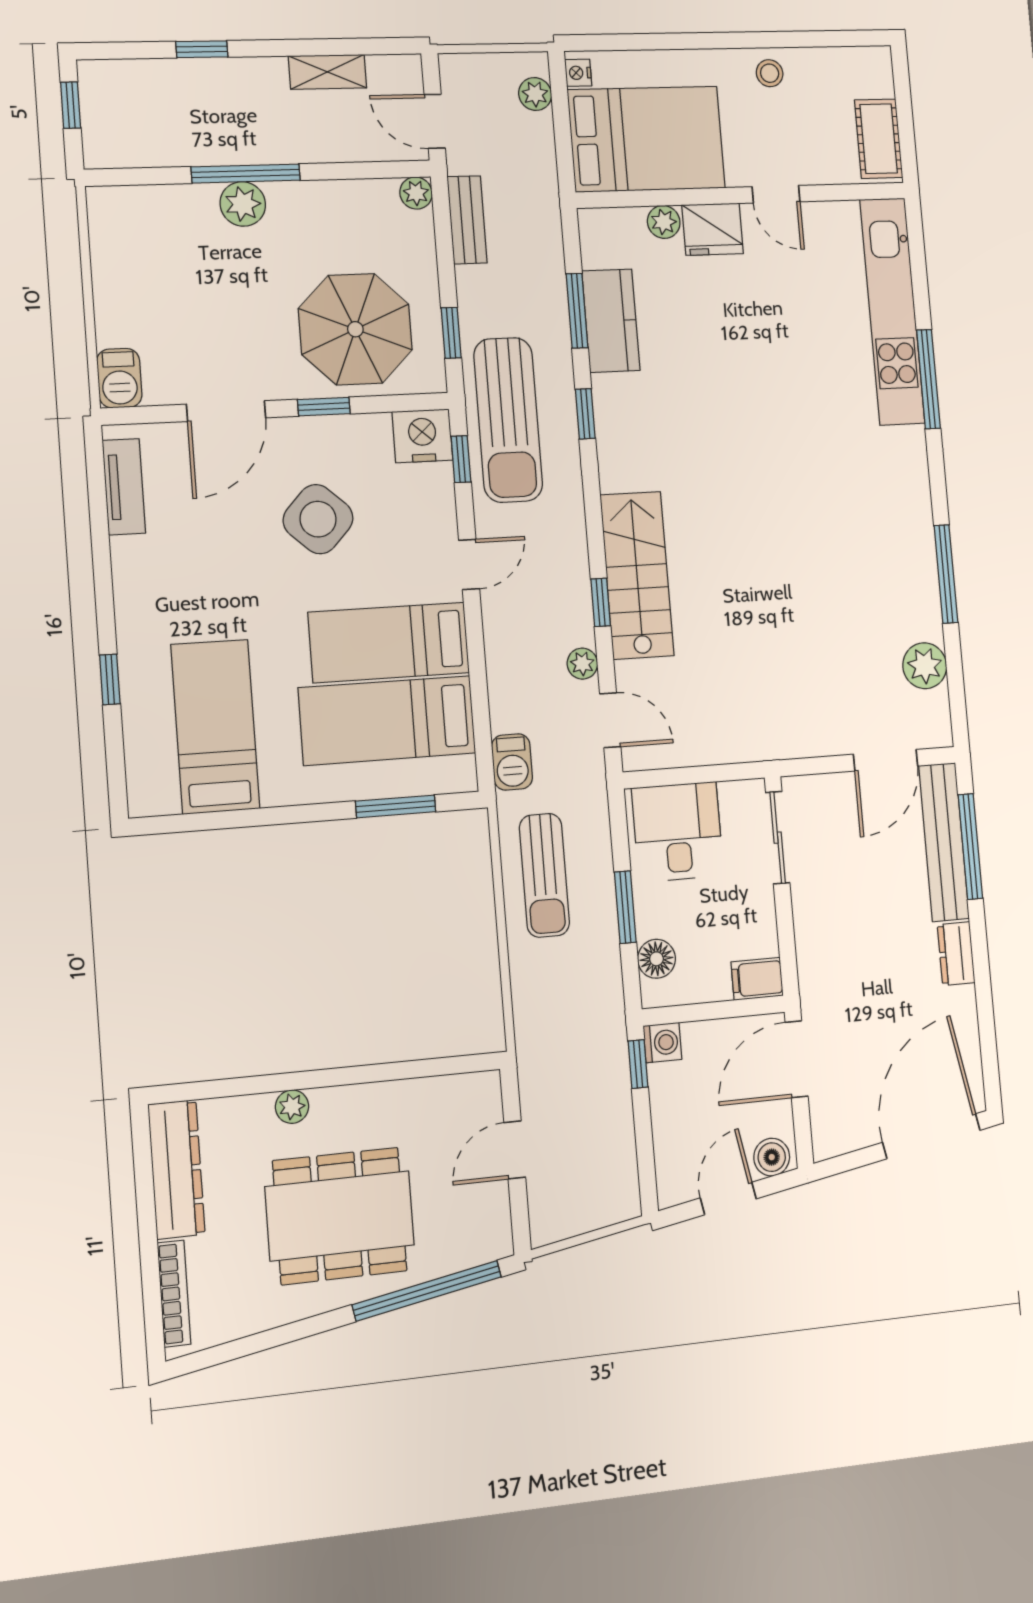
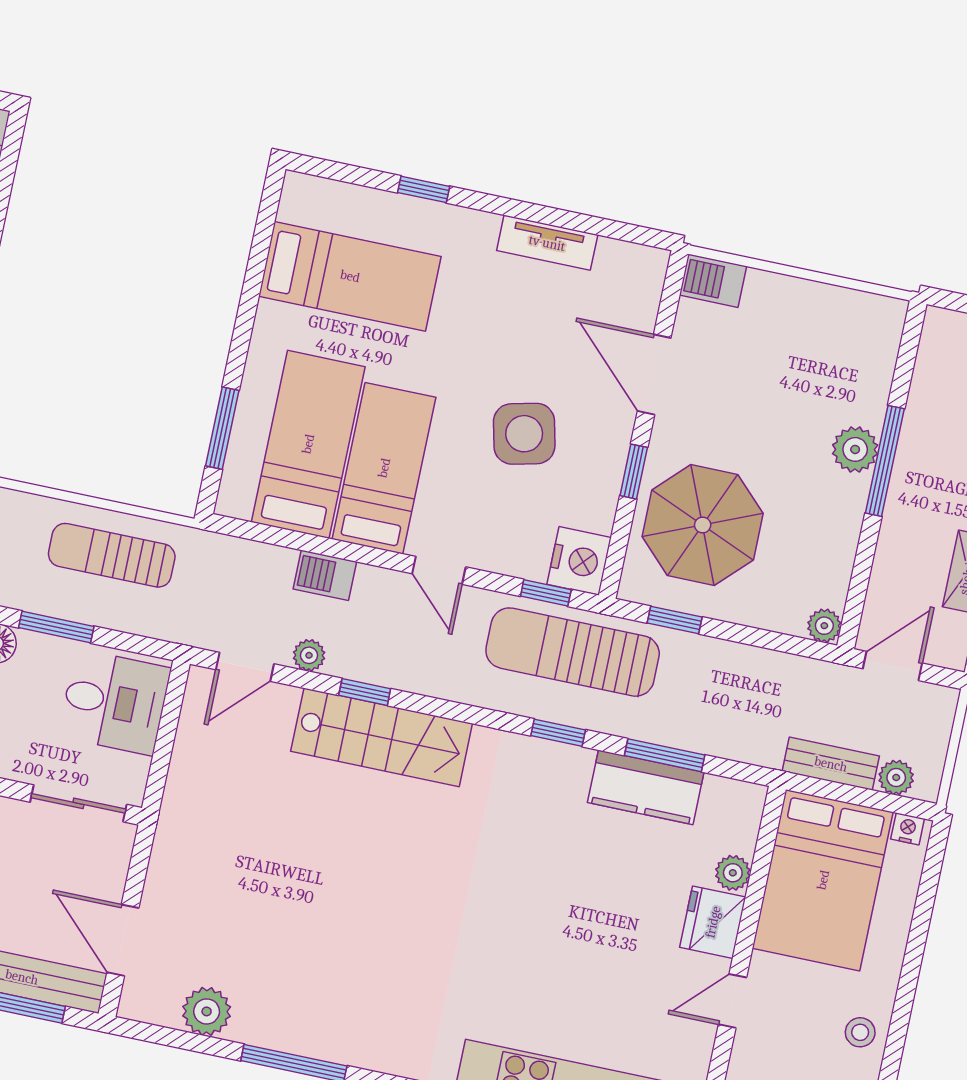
bench: (467, 220) -> (831, 764), moved
tv unit: (124, 487) -> (547, 243), moved
side table: (318, 519) -> (524, 434), turned 34
barbecue: (512, 762) -> (325, 575), moved

